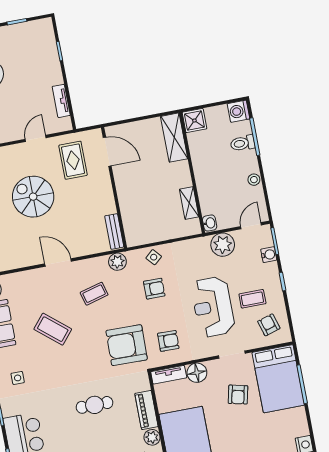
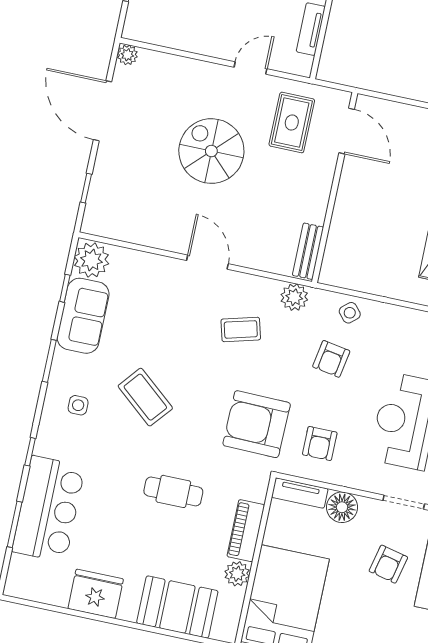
armchair: (154, 289) -> (331, 359), turned 100
coffee table: (53, 329) -> (145, 397), moved
armchair: (168, 341) -> (320, 443), turned 89

